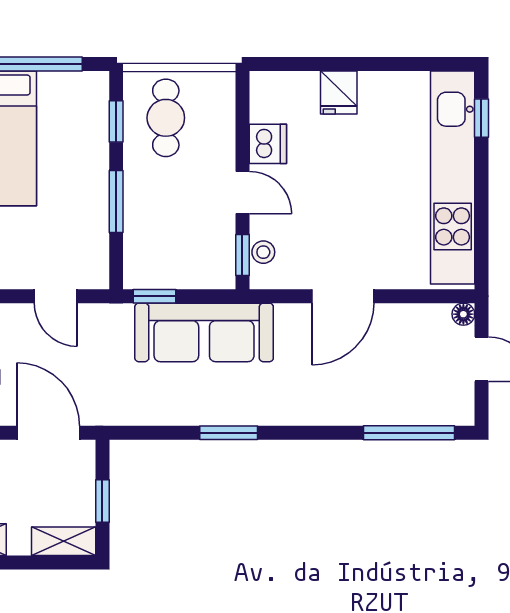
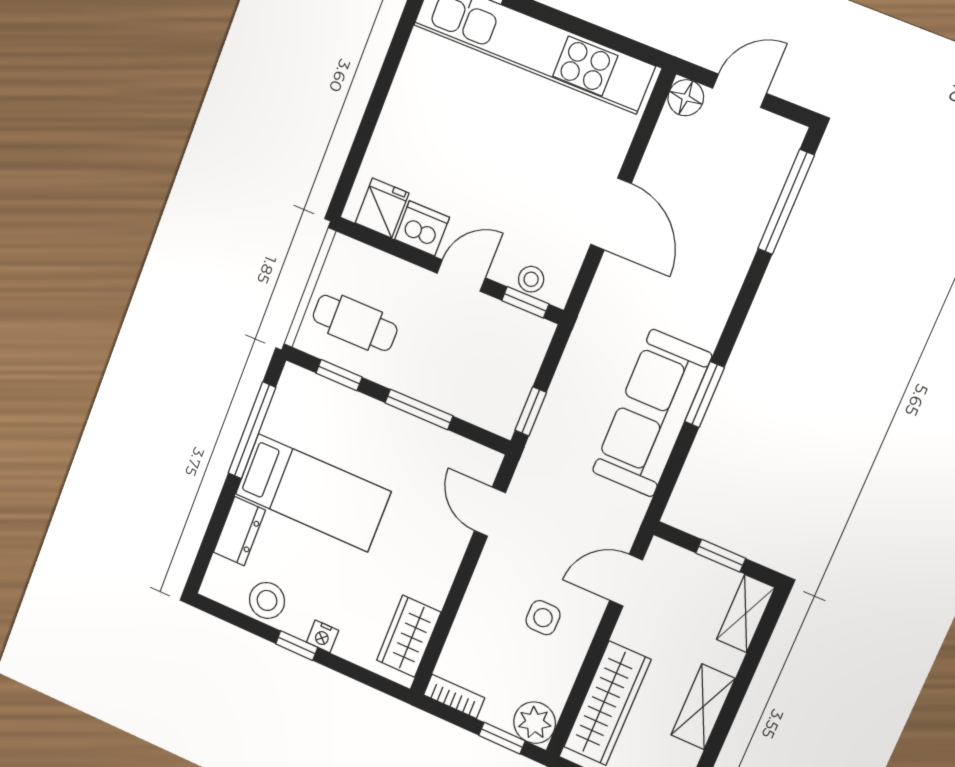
fridge: (339, 92) -> (382, 208), moved, turned -90
door: (56, 296) -> (490, 512), swing flipped
floor lamp: (463, 314) -> (686, 98), width x1.37, depth x1.37
sofa: (204, 332) -> (652, 413), moved, turned 180
door: (48, 433) -> (626, 580), width x0.73

